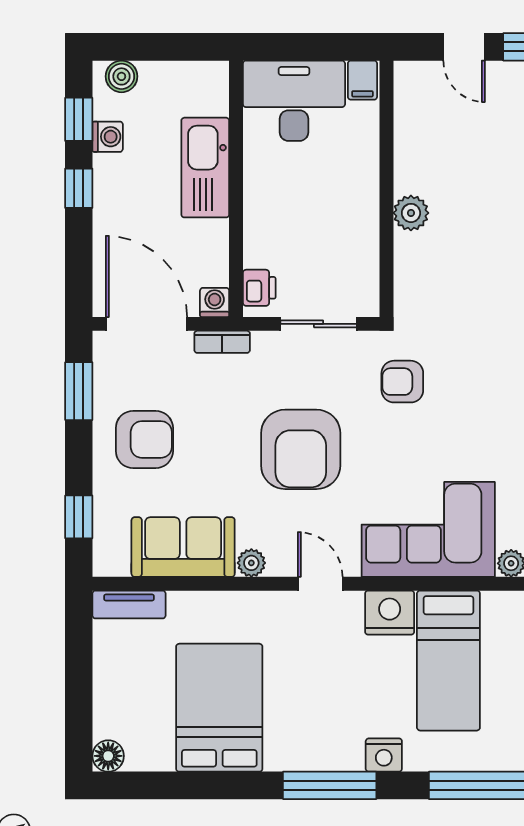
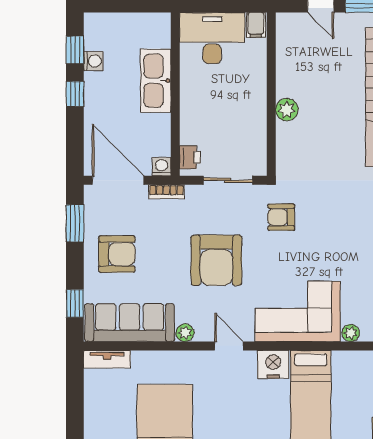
boiler: (121, 76) -> (102, 23), removed
sofa: (183, 547) -> (130, 323), width x1.36

